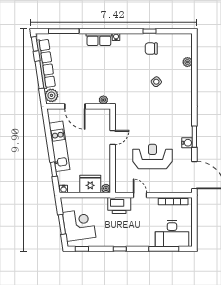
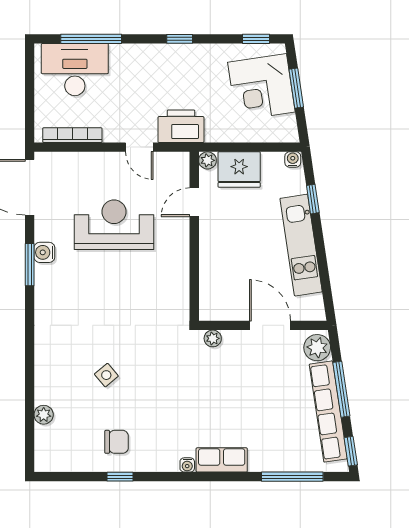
door: (113, 137) -> (194, 202), moved
reception desk: (152, 157) -> (114, 225), turned 180

